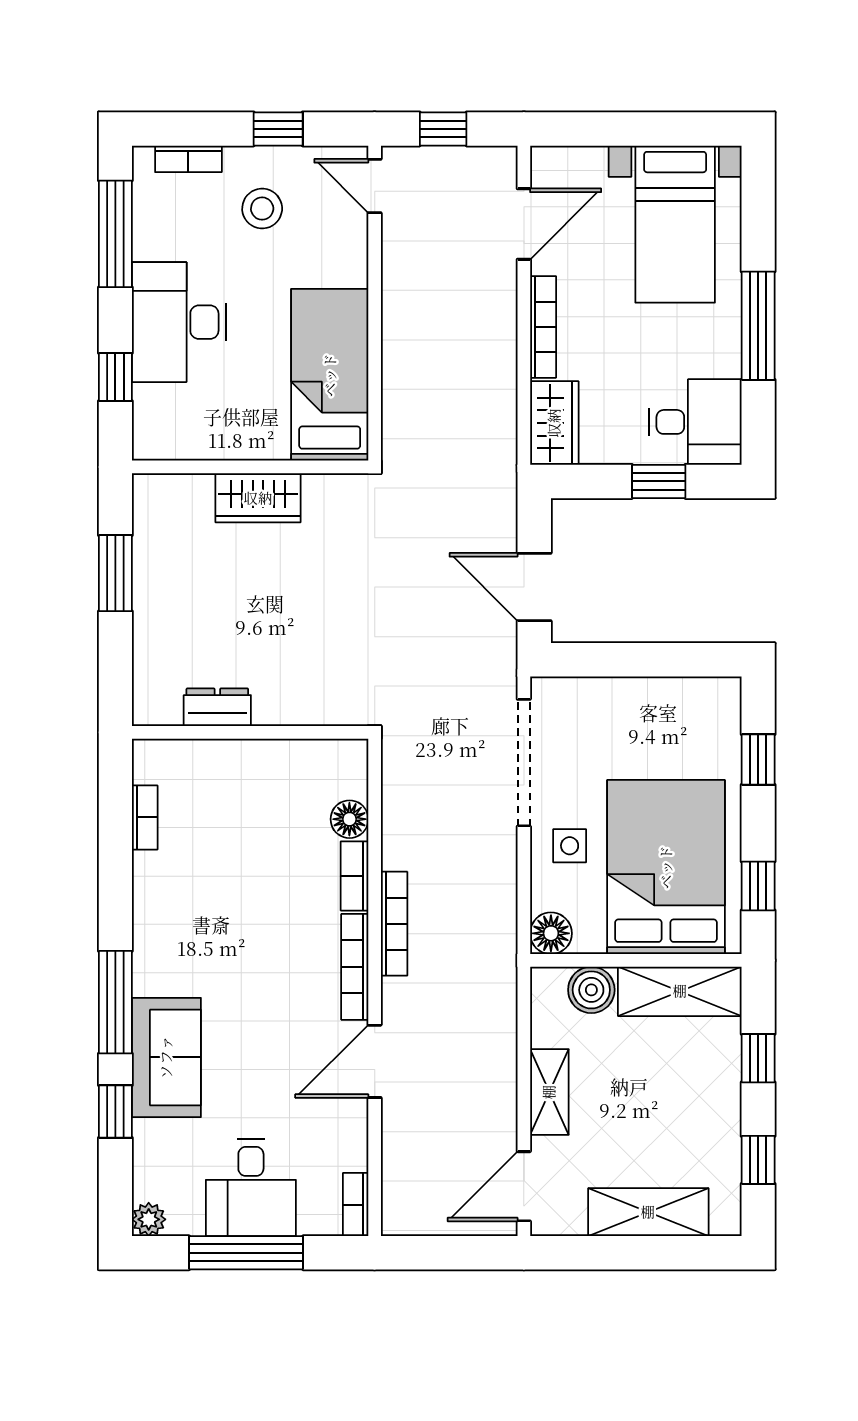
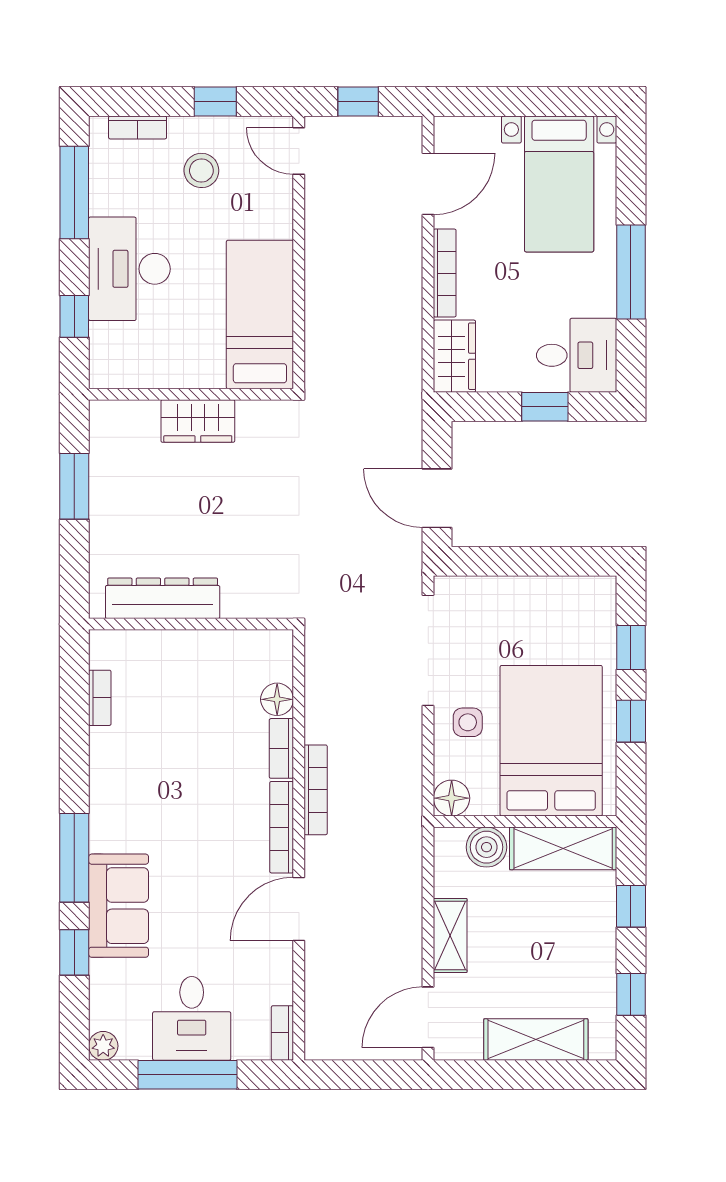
dresser: (217, 707) -> (163, 598), width x1.96, depth x1.24
window: (758, 886) -> (631, 721), moved

